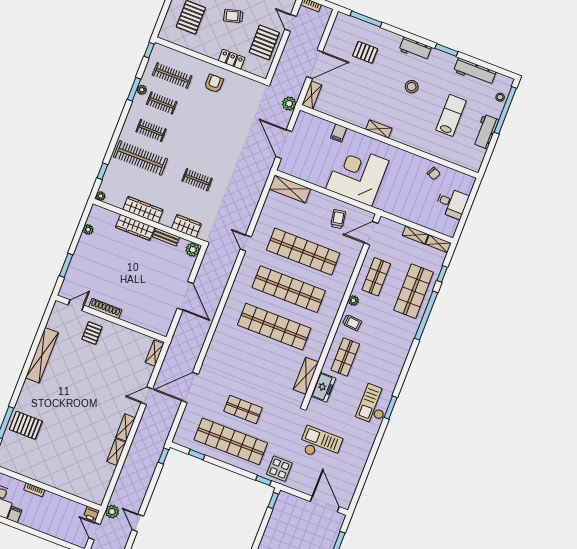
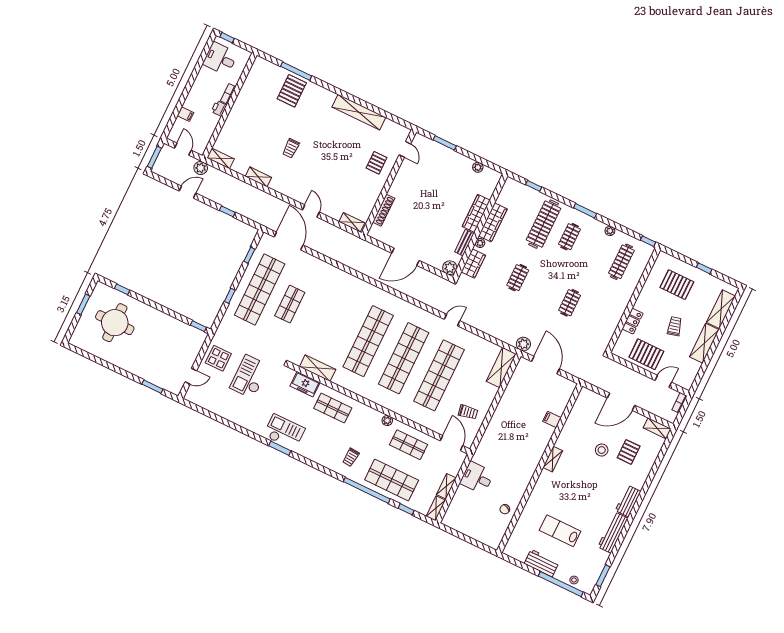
window: (366, 19) -> (661, 455), removed
window: (446, 50) -> (603, 576), moved
door: (315, 64) -> (621, 402), hinge flipped
workbench: (475, 72) -> (613, 533), moved
armchair: (214, 83) -> (610, 302), removed
stool: (412, 87) -> (602, 450), moved
window: (134, 89) -> (585, 211), moved
shelving: (312, 95) -> (657, 428), moved
clothes rail: (162, 103) -> (570, 303), moved
plant: (289, 104) -> (523, 344), moved
lab bench: (451, 115) -> (560, 531), turned 180
door: (284, 144) -> (545, 365), hinge flipped
corner desk: (357, 175) -> (510, 434), removed
plant: (101, 196) -> (480, 243), moved
desk: (452, 203) -> (477, 478), moved, turned 90
shoe rack: (105, 309) -> (384, 210), moved
trolley: (352, 323) -> (351, 457), moved
pallet: (92, 333) -> (377, 163), turned 90
door: (190, 387) -> (289, 241), moved
trolley: (84, 421) -> (291, 148), added
shelving: (126, 427) -> (221, 158), moved
checkout: (320, 444) -> (249, 377), turned 180
window: (163, 456) -> (227, 211), moved
display table: (279, 469) -> (218, 358), moved
window: (263, 480) -> (230, 296), moved
door: (325, 504) -> (191, 376), width x0.53
printer: (91, 514) -> (219, 108), moved
filing cabinet: (15, 515) -> (185, 114), moved
door: (94, 531) -> (183, 149), hinge flipped

